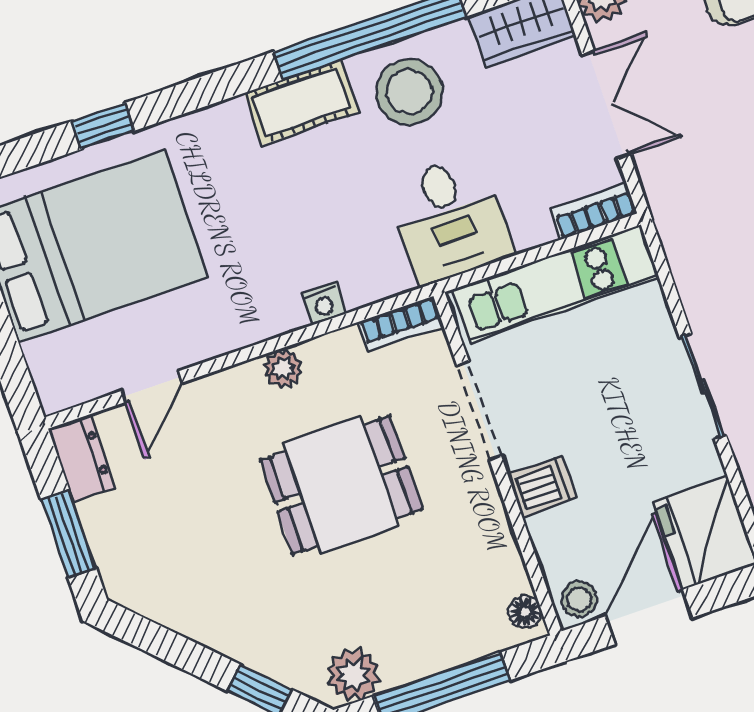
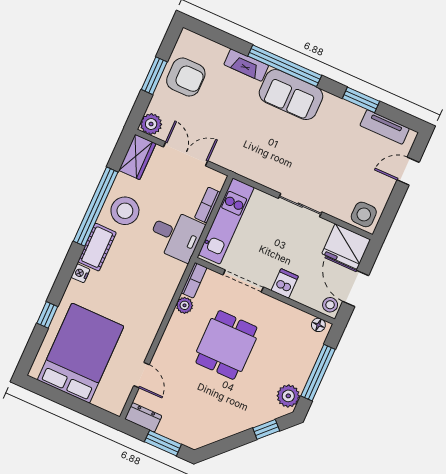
bookcase: (594, 211) -> (207, 205), moved
nightstand: (324, 303) -> (80, 273), moved, turned 180
plant: (283, 369) -> (185, 305), moved

